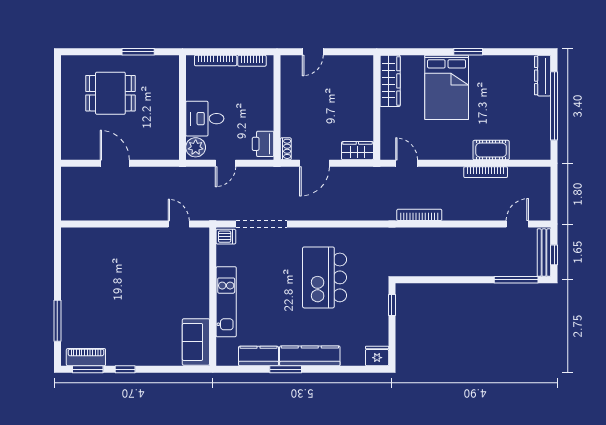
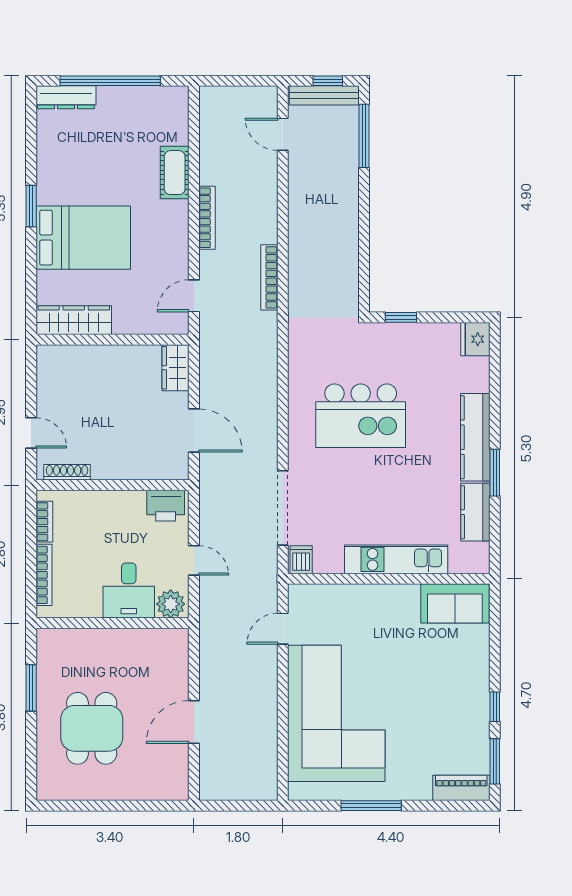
shoe rack: (286, 149) -> (67, 472), moved, width x1.43
bookcase: (486, 172) -> (207, 218), moved
corner sofa: (121, 261) -> (336, 713), added
window: (57, 321) -> (371, 806), moved
piano: (86, 357) -> (461, 788), moved, turned 90

